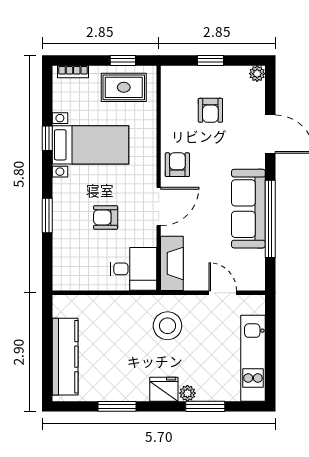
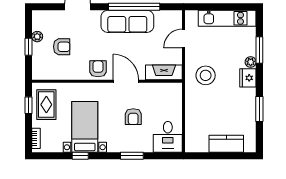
plant: (257, 74) -> (37, 37), moved
armchair: (177, 165) -> (98, 69), turned 90
desk: (133, 269) -> (168, 137), moved, turned 180
kitchen counter: (65, 357) -> (226, 144), width x0.67

